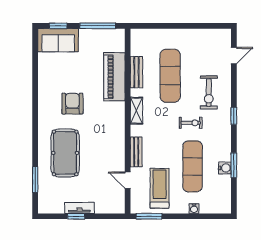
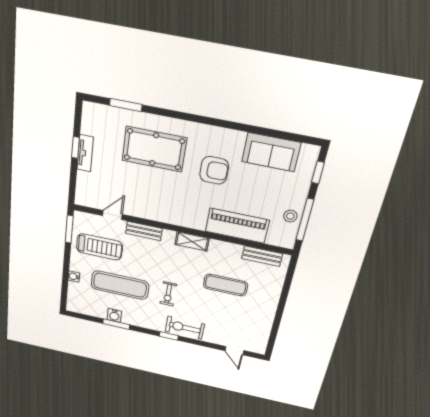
stool: (97, 38) -> (290, 216), added
sofa: (58, 40) -> (271, 152), moved, turned -90
bench: (136, 72) -> (262, 256), moved
exercise mat: (170, 76) -> (226, 285), width x0.73, depth x0.69
exercise bike: (209, 92) -> (185, 328), moved

